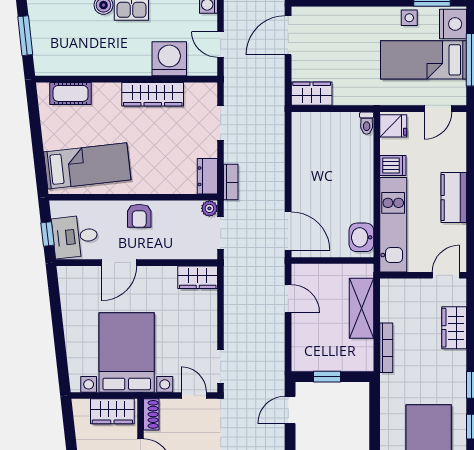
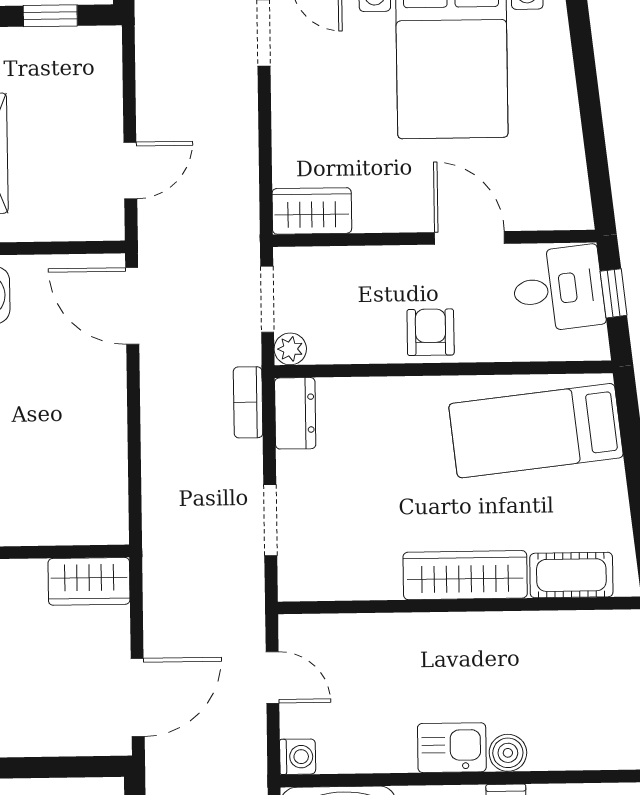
washing machine: (169, 59) -> (375, 647), removed
wardrobe: (153, 94) -> (465, 575), moved
door: (119, 263) -> (469, 238), hinge flipped
door: (288, 299) -> (130, 170), swing flipped

